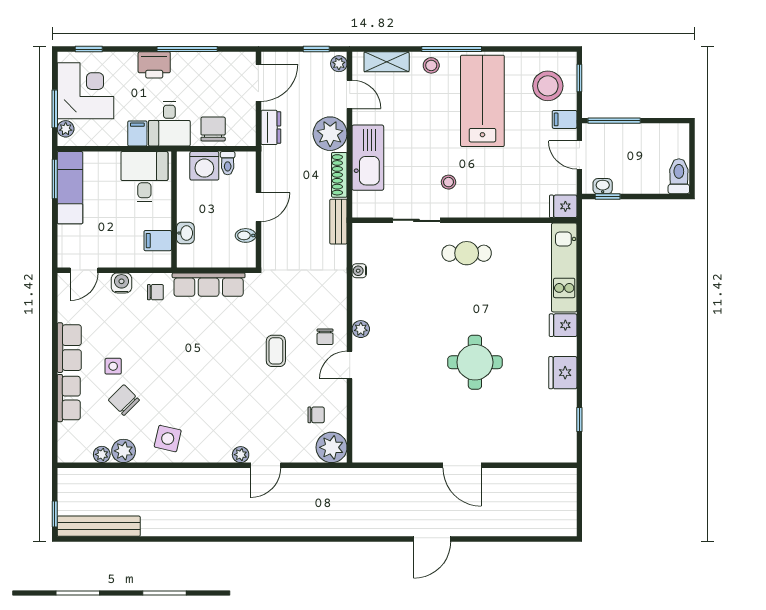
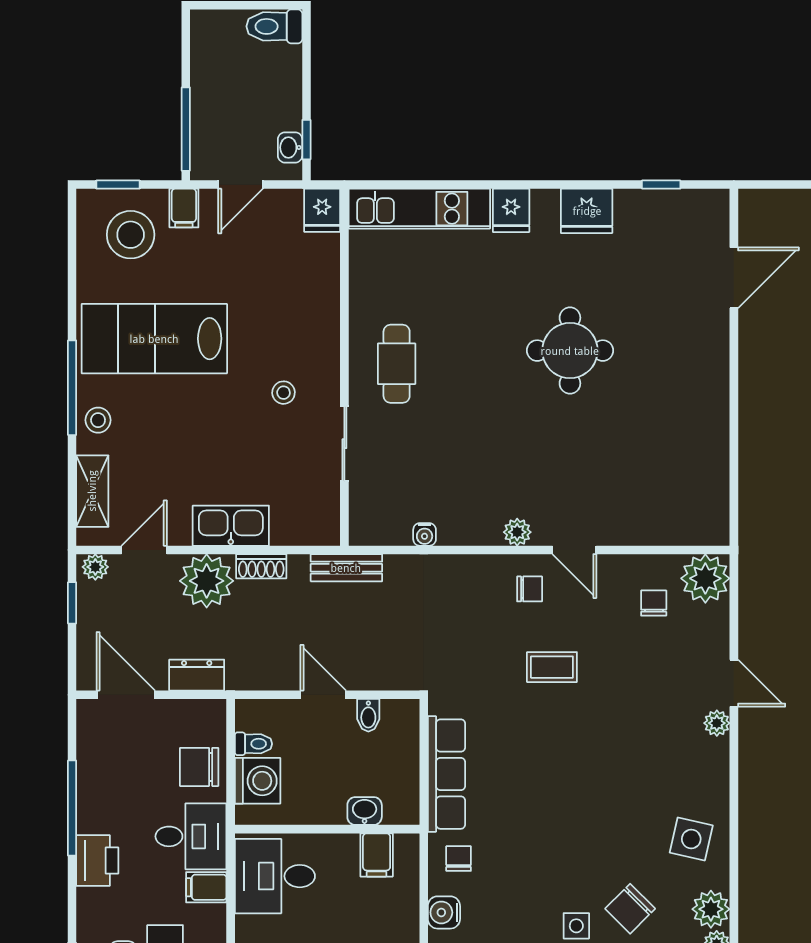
kitchen sink: (368, 158) -> (231, 526), width x0.73, depth x0.81
shoe rack: (339, 175) -> (261, 566), width x0.70
door: (462, 465) -> (734, 278), moved

